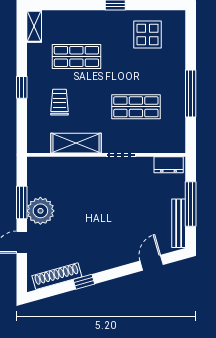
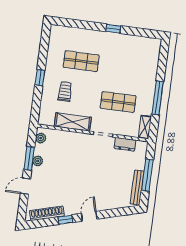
shelving: (34, 26) -> (145, 127), moved
display table: (147, 34) -> (133, 52), removed
dresser: (169, 165) -> (125, 144), moved
plant: (34, 172) -> (41, 138), added
plant: (40, 211) -> (38, 161), width x0.53, depth x0.53
door: (152, 263) -> (89, 216), moved

